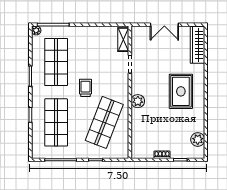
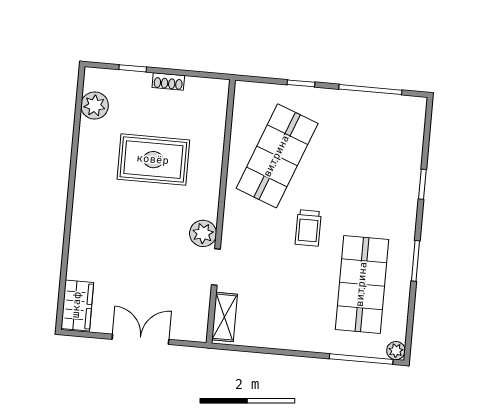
wardrobe: (197, 45) -> (77, 305), width x0.67
rug: (181, 91) -> (153, 160), moved, turned 90
plant: (138, 101) -> (203, 233), moved
shop shelf: (56, 122) -> (373, 164), removed

